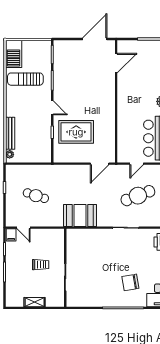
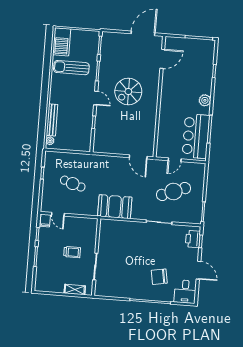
spiral stairs: (85, 99) -> (128, 92), added
rug: (76, 132) -> (117, 124), removed
door: (100, 164) -> (138, 157), hinge flipped
shelving: (35, 302) -> (75, 290), moved

